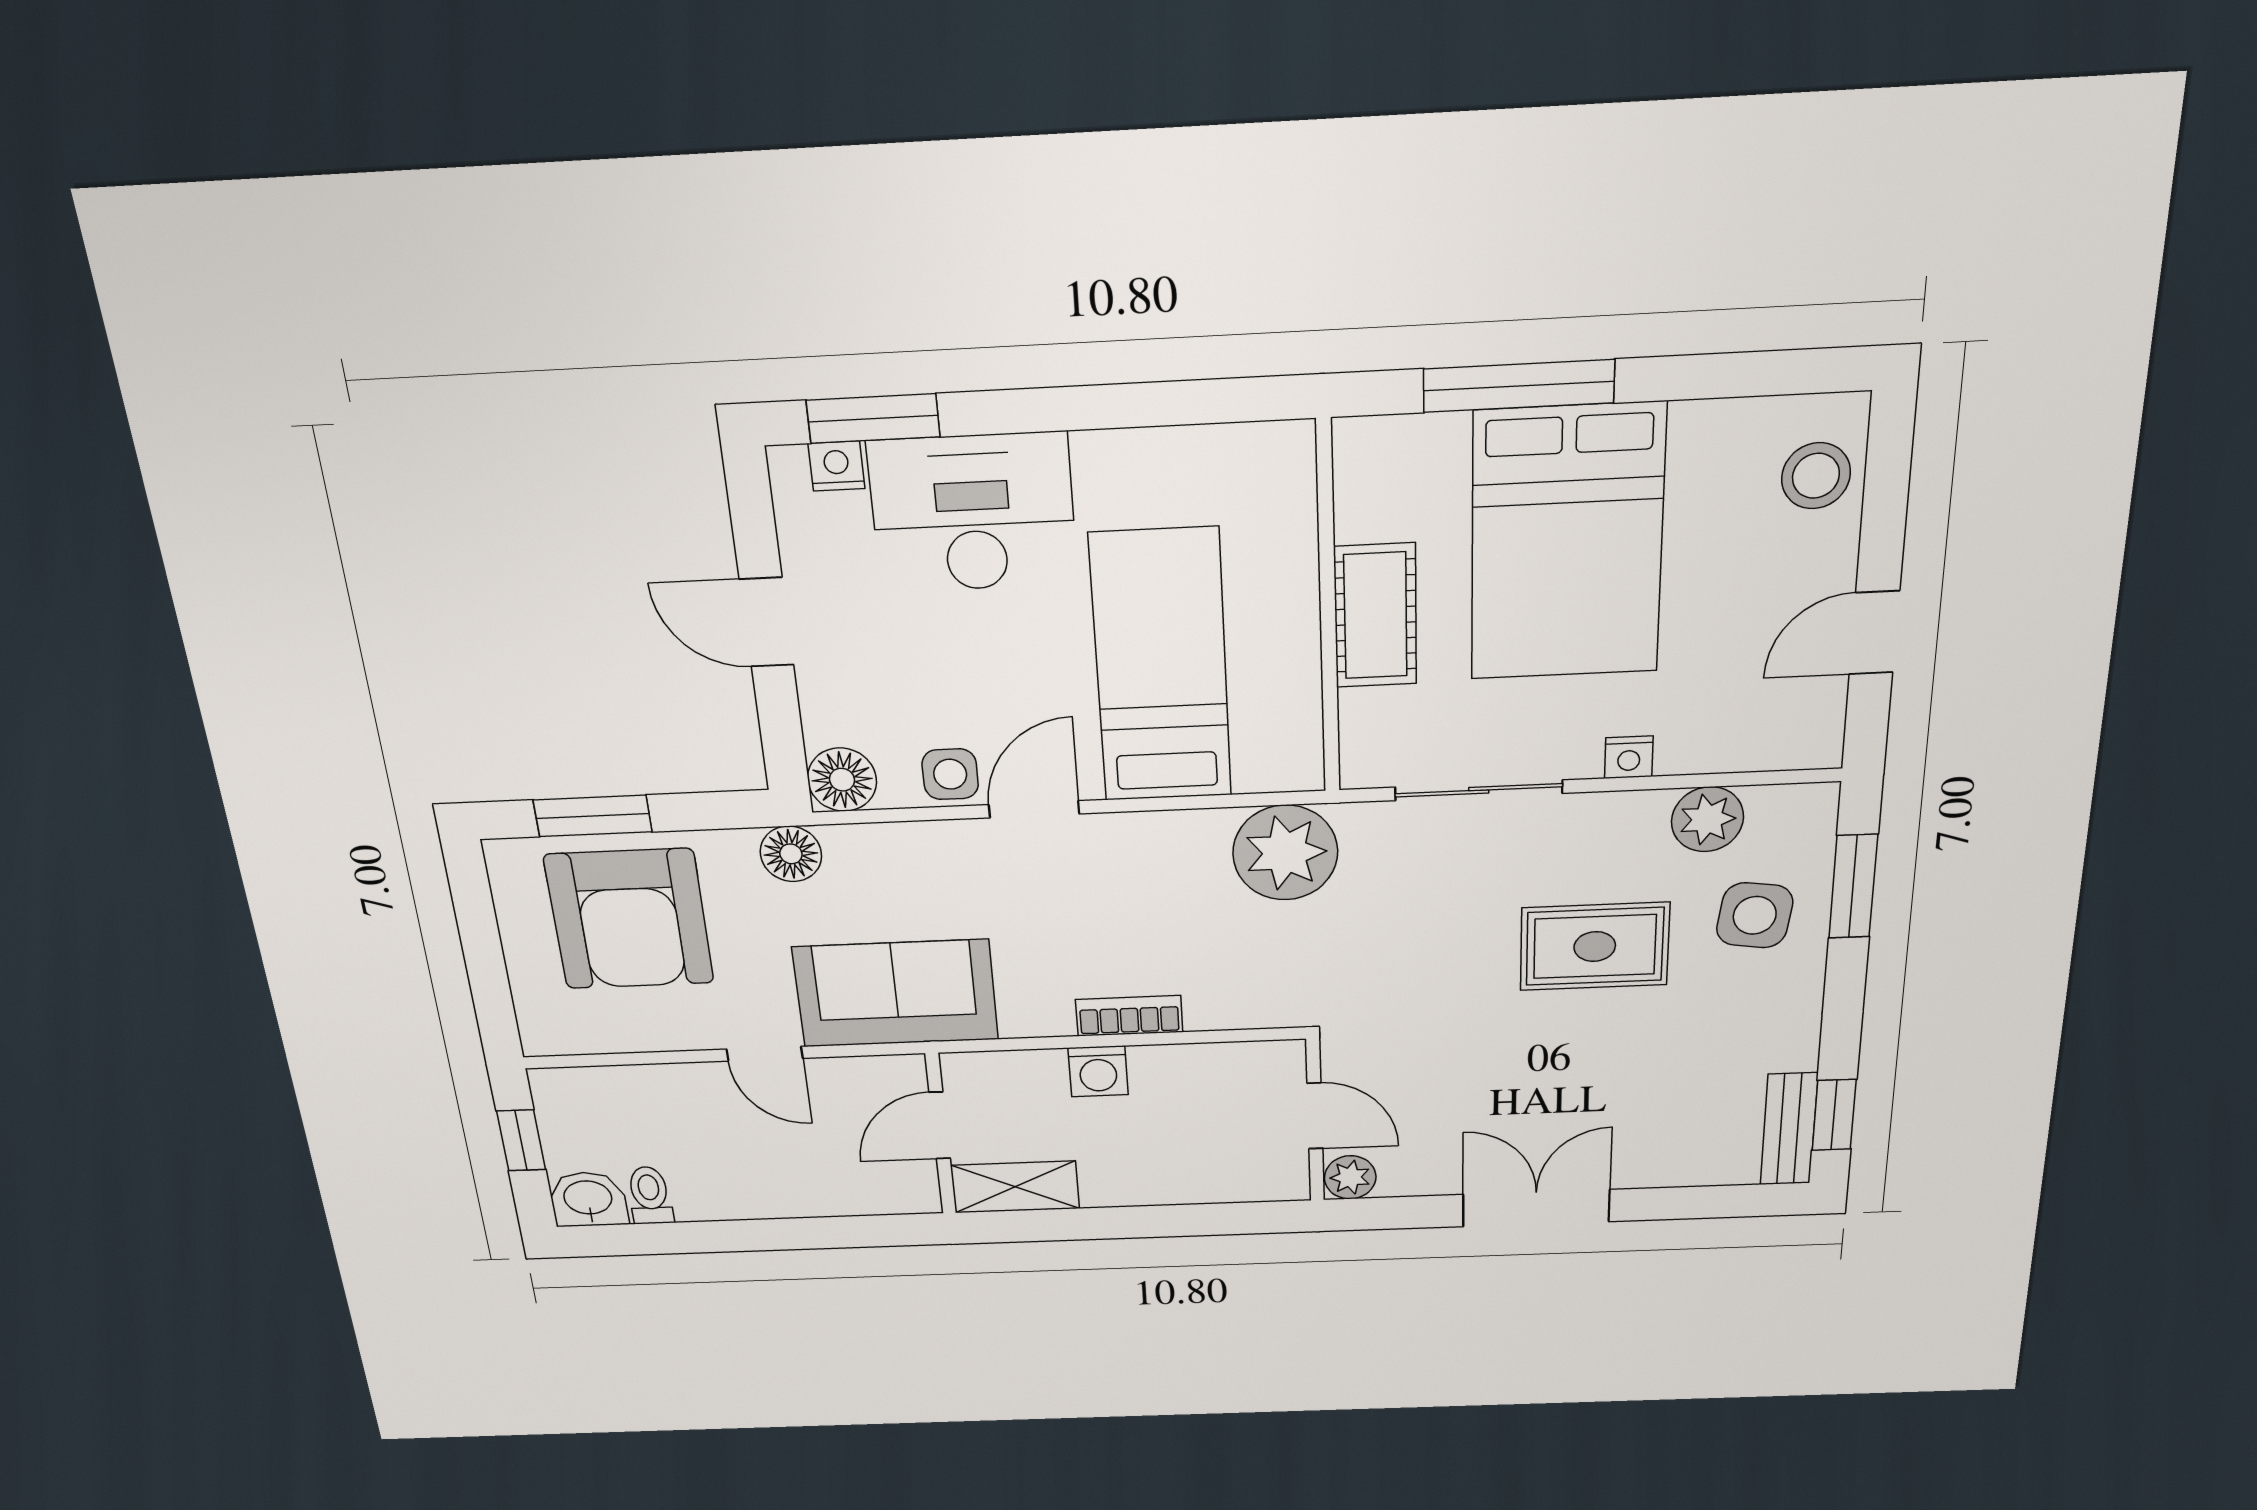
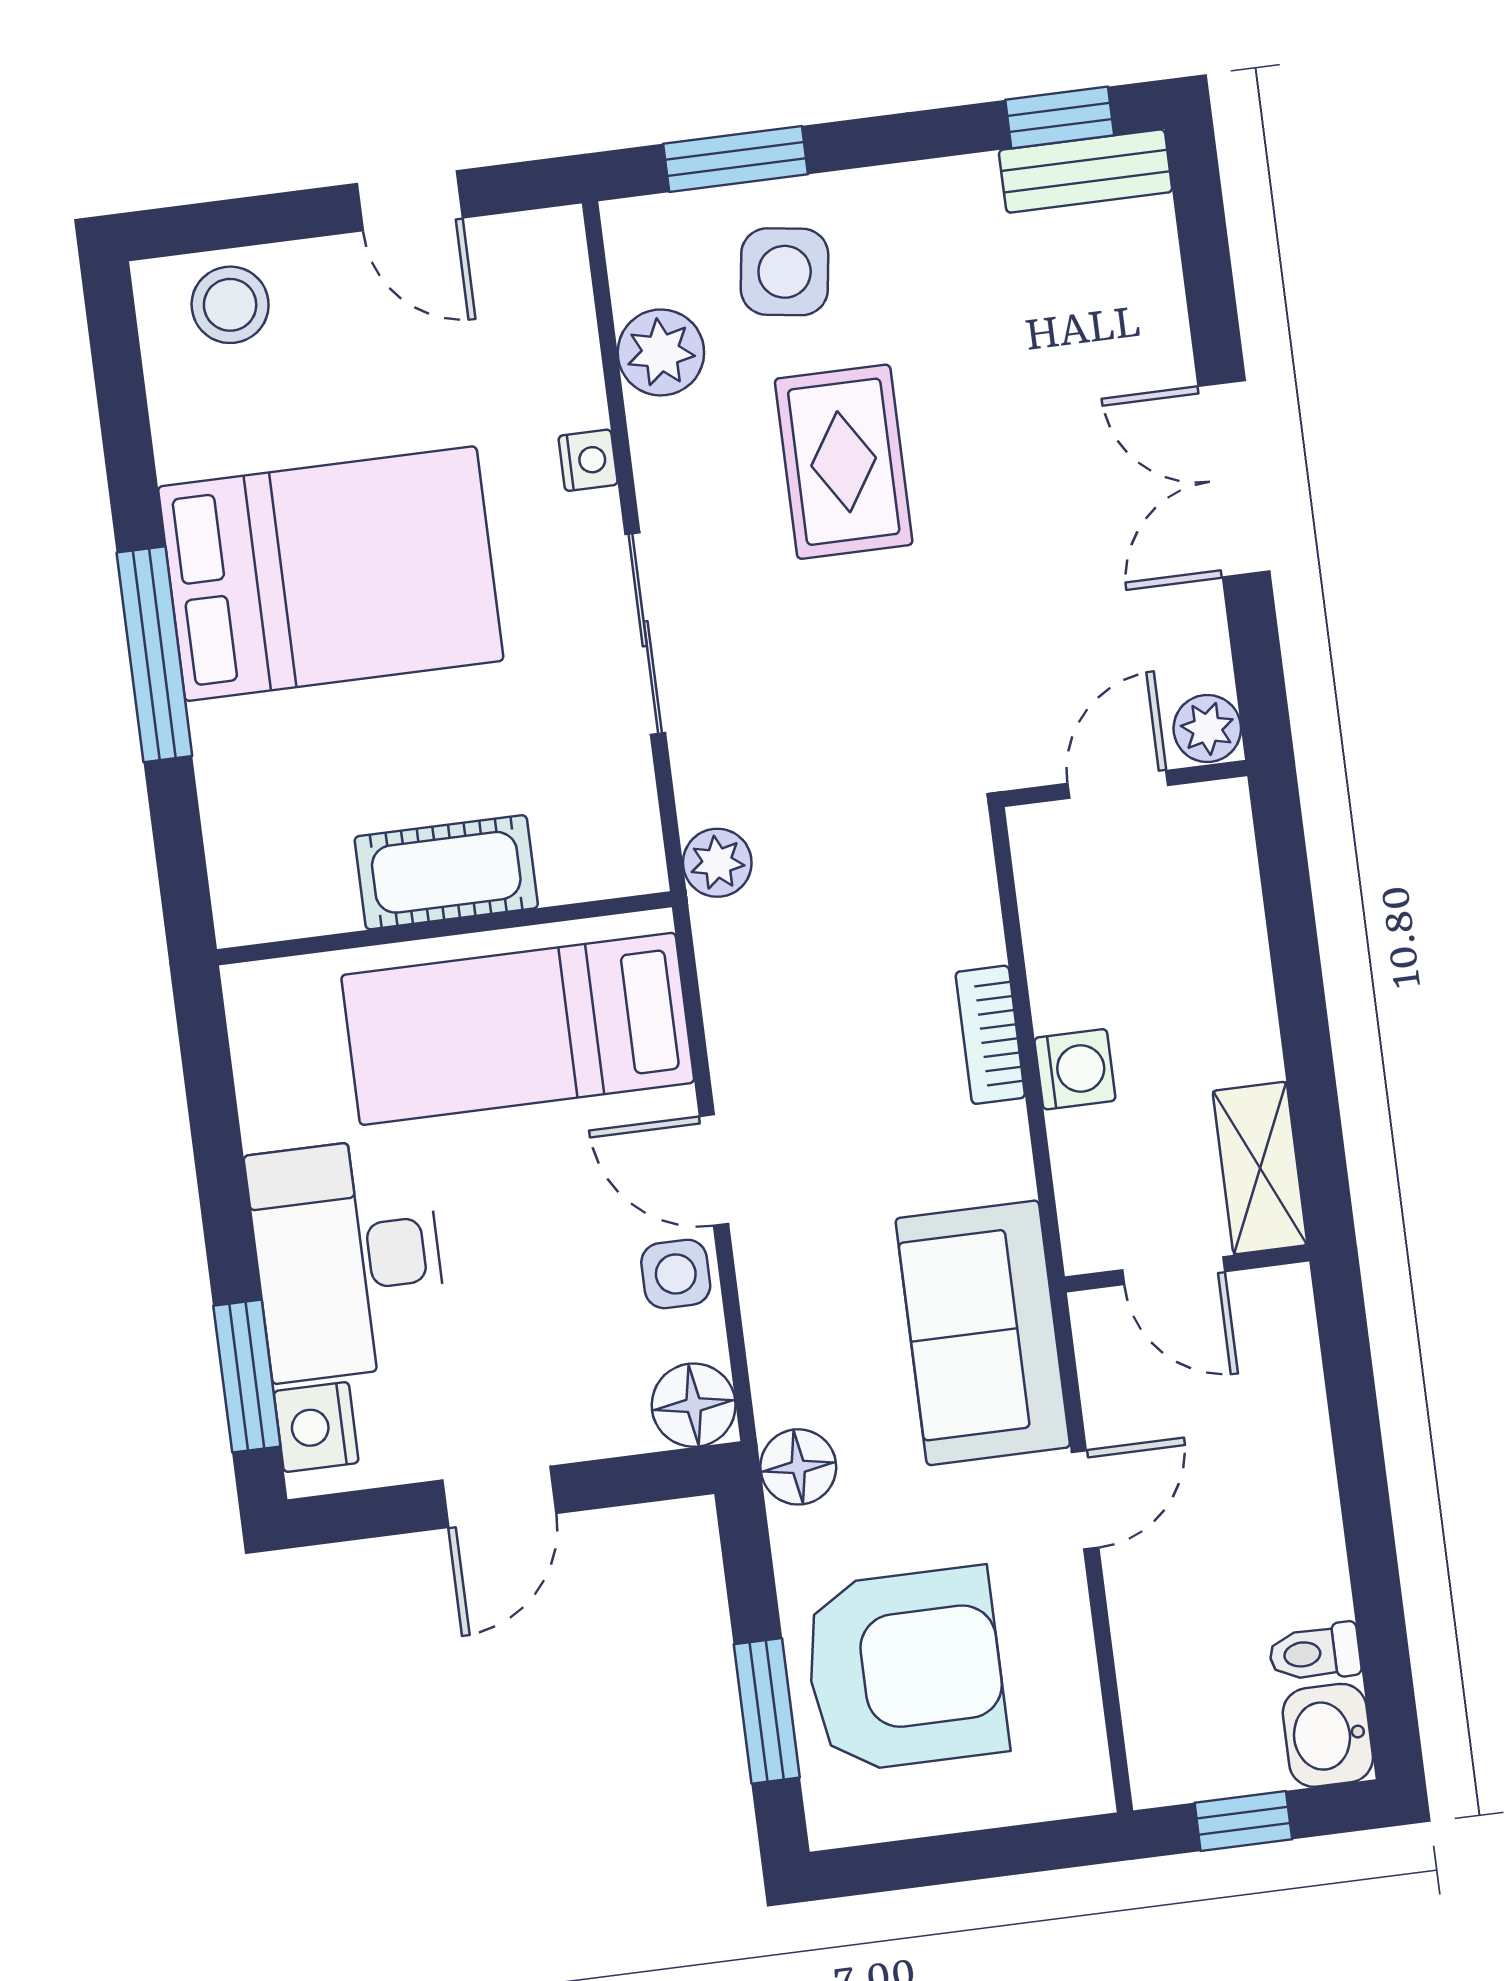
nightstand: (836, 466) -> (316, 1427), width x1.39, depth x1.35
wall: (1328, 611) -> (444, 928), moved
cot: (1375, 616) -> (446, 872), moved
plant: (1285, 853) -> (717, 863), width x0.53, depth x0.53

